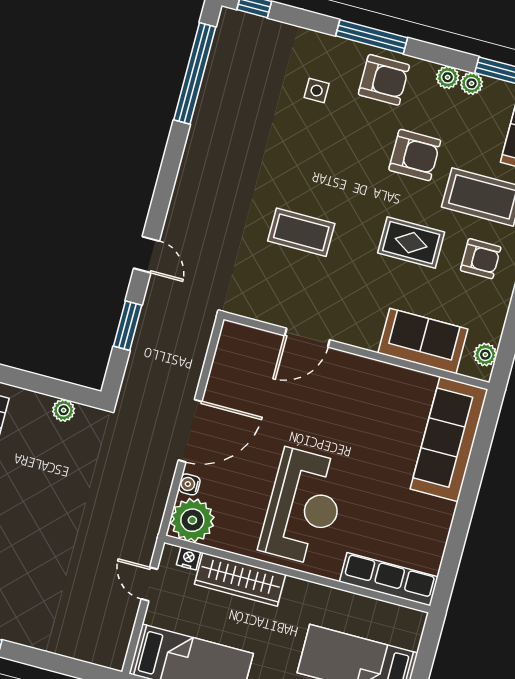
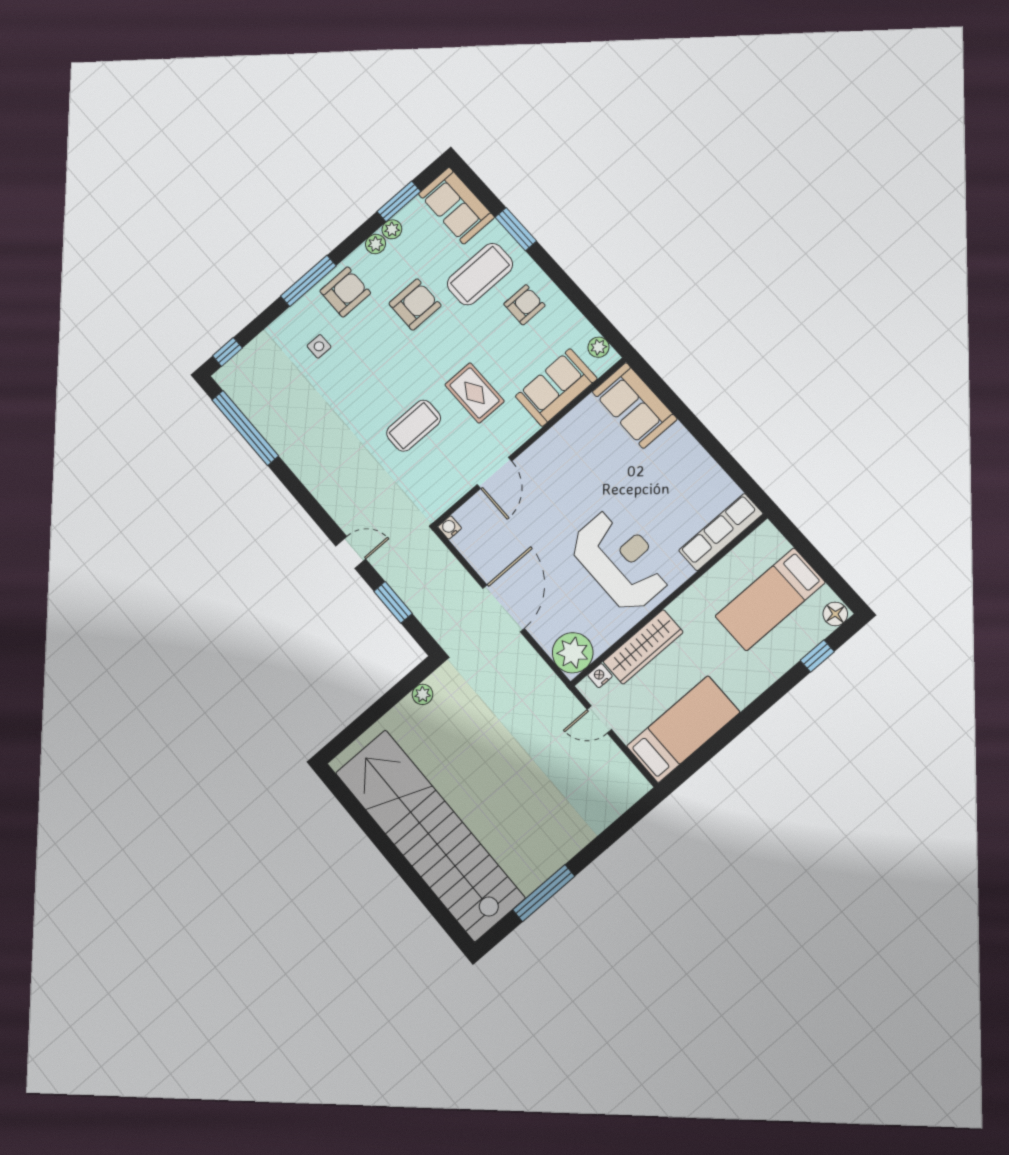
rug: (411, 243) -> (475, 393), moved, turned 90
sofa: (449, 439) -> (635, 405), width x0.73
water cooler: (189, 484) -> (450, 527), moved, turned 90

